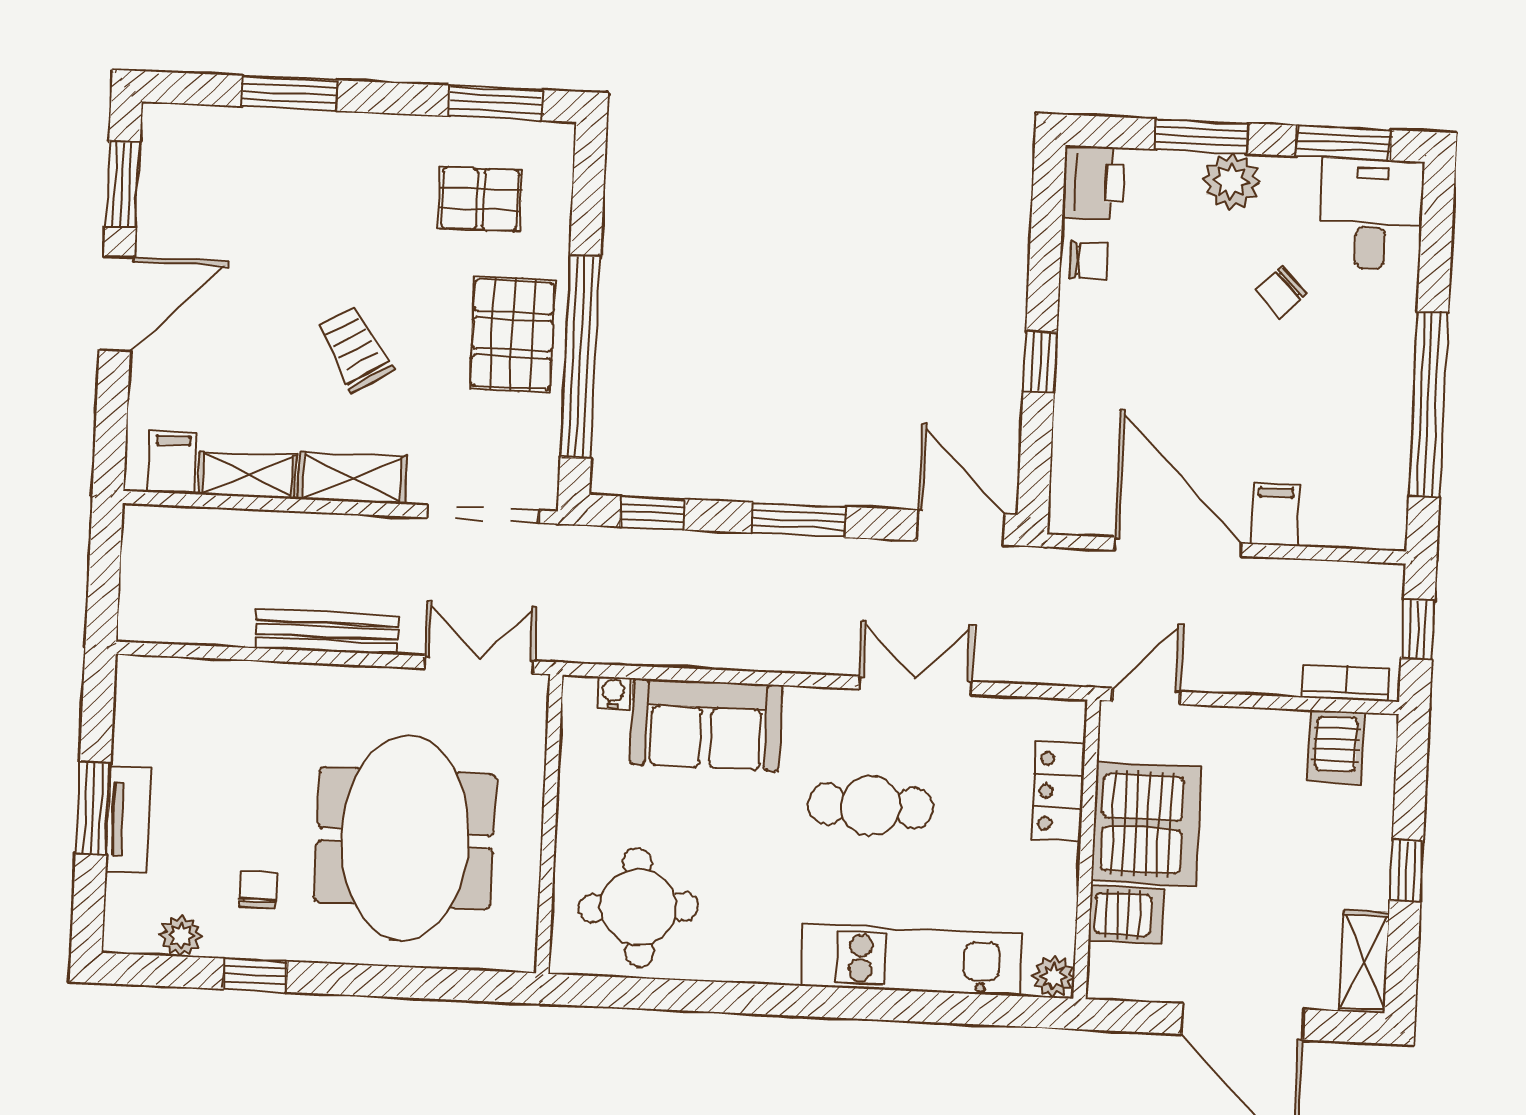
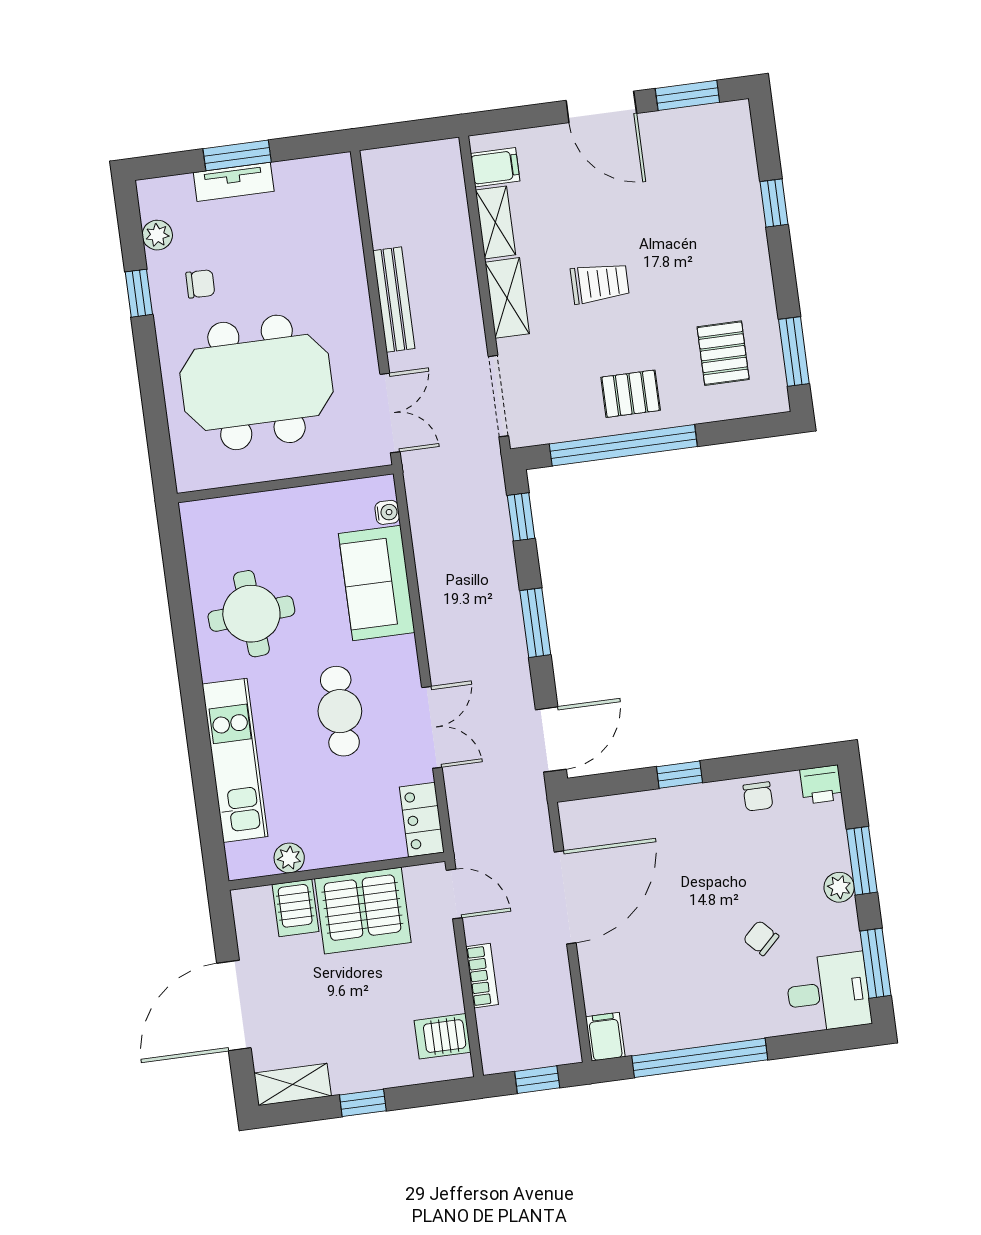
window: (289, 93) -> (774, 203), width x0.67
plant: (1231, 181) -> (839, 887), width x0.73, depth x0.73
printer: (1094, 183) -> (821, 785), width x0.73, depth x0.81
pallet: (512, 334) -> (631, 394), width x0.67, depth x0.71
trolley: (355, 349) -> (600, 283), turned 31
filing cabinet: (1275, 514) -> (605, 1037), moved, turned -90
bookcase: (1346, 682) -> (482, 976), moved
locker: (1058, 791) -> (422, 820), moved, turned -90
round table: (638, 907) -> (251, 614), moved
plant: (1054, 977) -> (289, 858), moved

